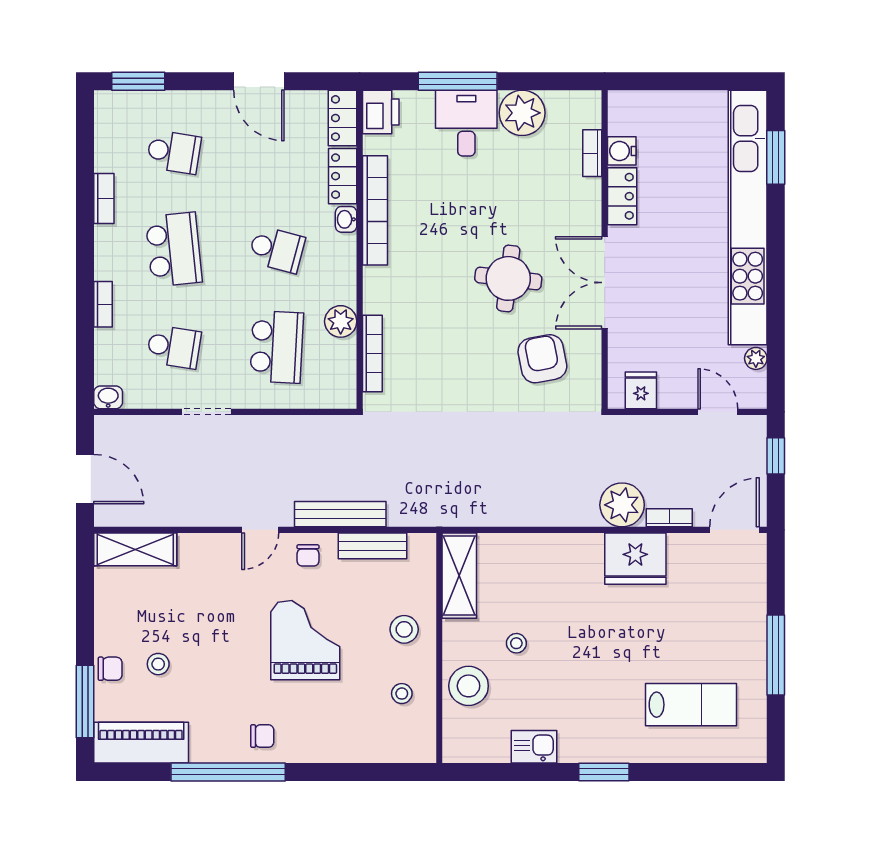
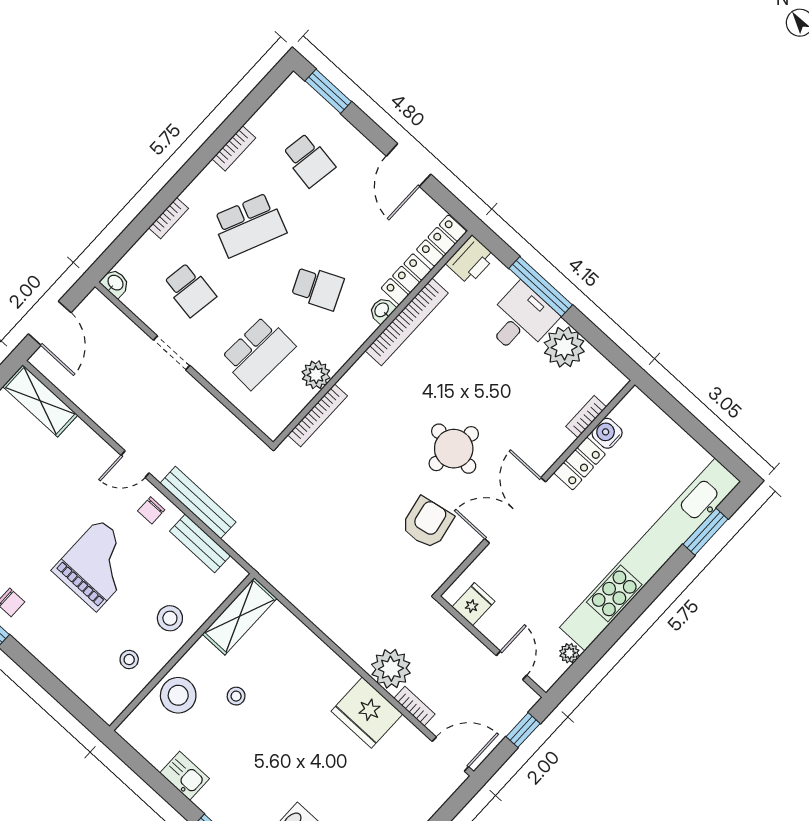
school desk: (174, 249) -> (249, 225), turned 30
school desk: (277, 249) -> (318, 288), turned -39

